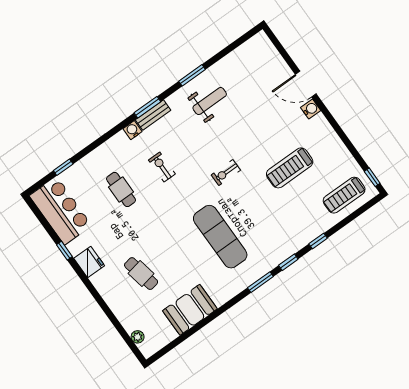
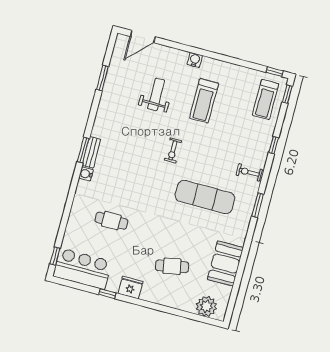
window: (192, 75) -> (102, 78), moved
door: (306, 84) -> (143, 37), moved
weight bench: (210, 101) -> (156, 94), moved
window: (63, 167) -> (55, 256), moved
exercise bike: (162, 167) -> (249, 172), moved
treadmill: (290, 168) -> (204, 101), moved
window: (288, 262) -> (287, 94), moved
plant: (138, 337) -> (206, 306), width x1.87, depth x1.87

